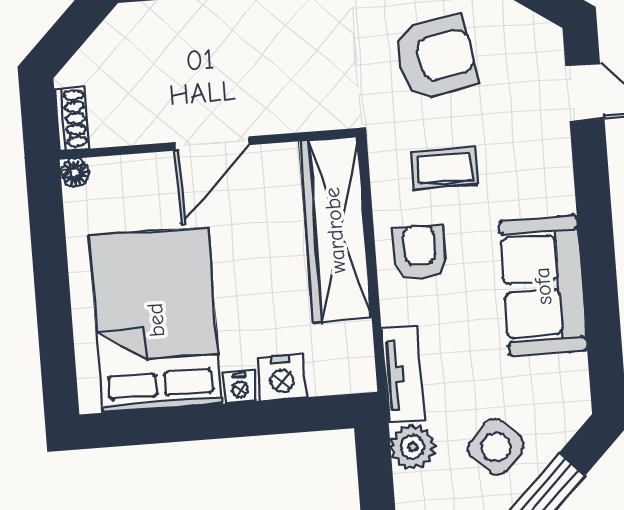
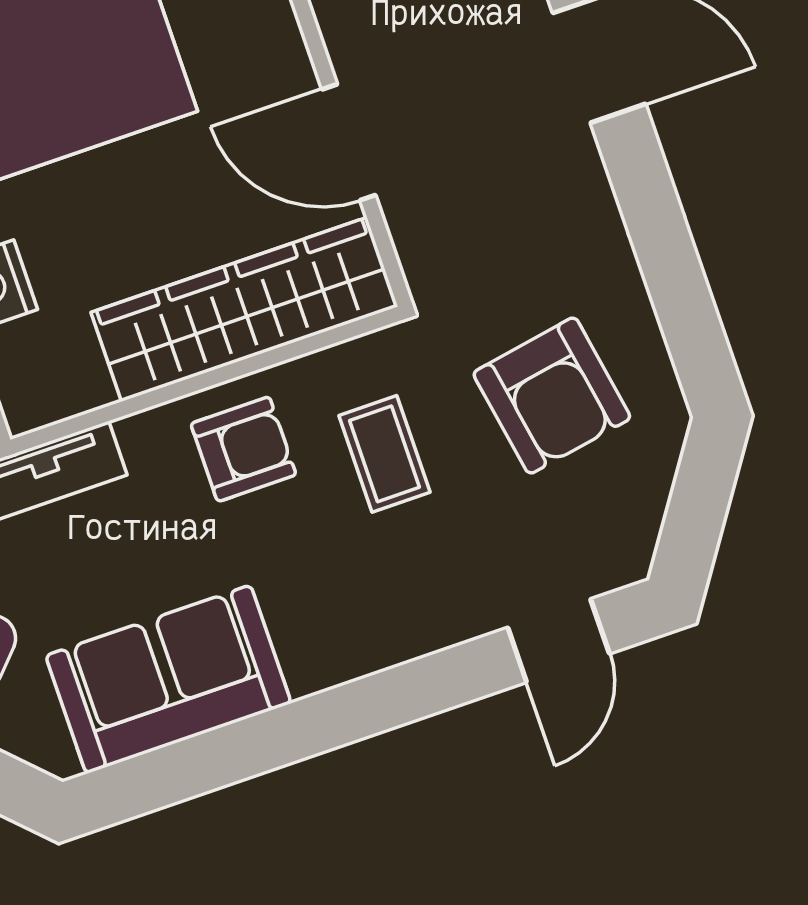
door: (212, 144) -> (349, 142), moved
sofa: (543, 286) -> (168, 679), moved

